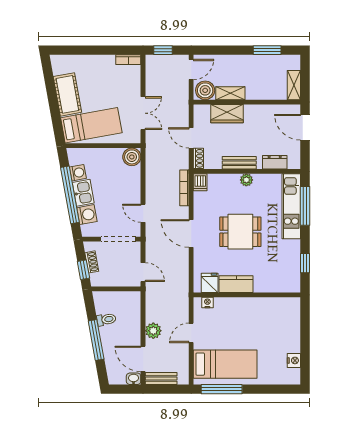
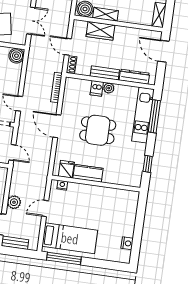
dresser: (275, 162) -> (134, 77), width x1.44
dishwasher: (200, 182) -> (97, 88), moved

